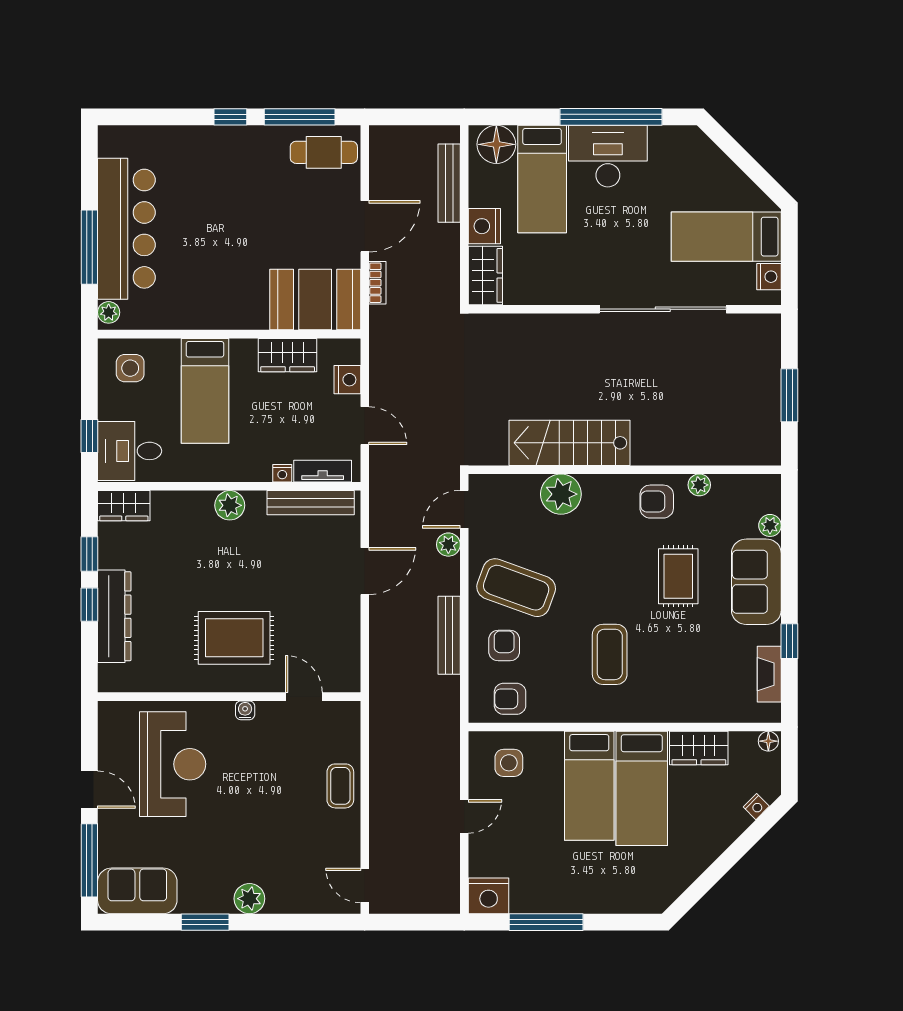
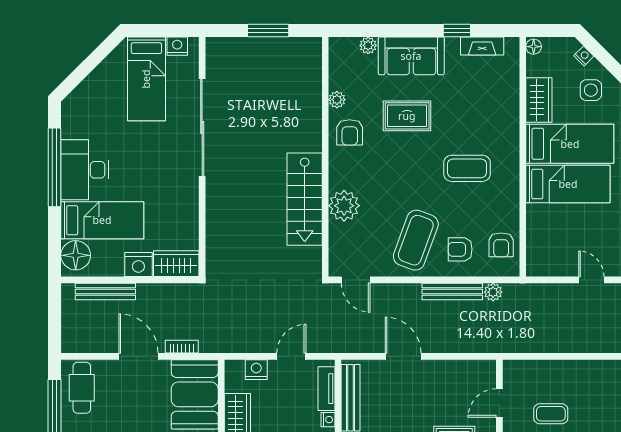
plant: (448, 545) -> (493, 292), moved
side table: (509, 763) -> (591, 90), moved
coffee table: (340, 786) -> (551, 414), moved

